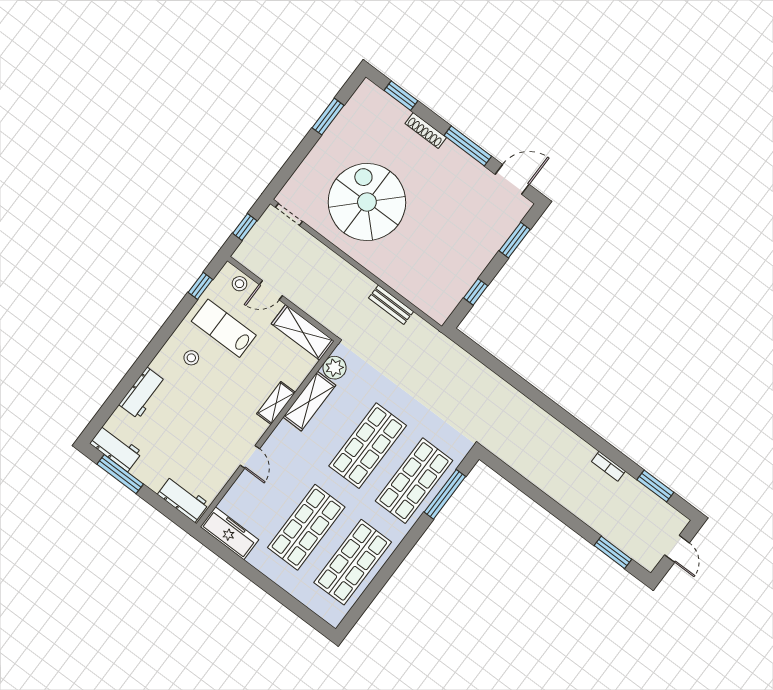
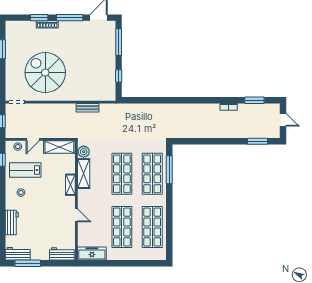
window: (401, 96) -> (39, 18), moved
window: (515, 240) -> (119, 42), width x1.44

